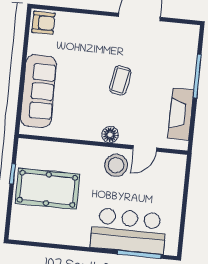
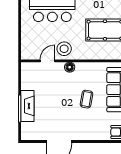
coffee table: (120, 81) -> (86, 99), moved
fireplace: (181, 114) -> (27, 106), moved

